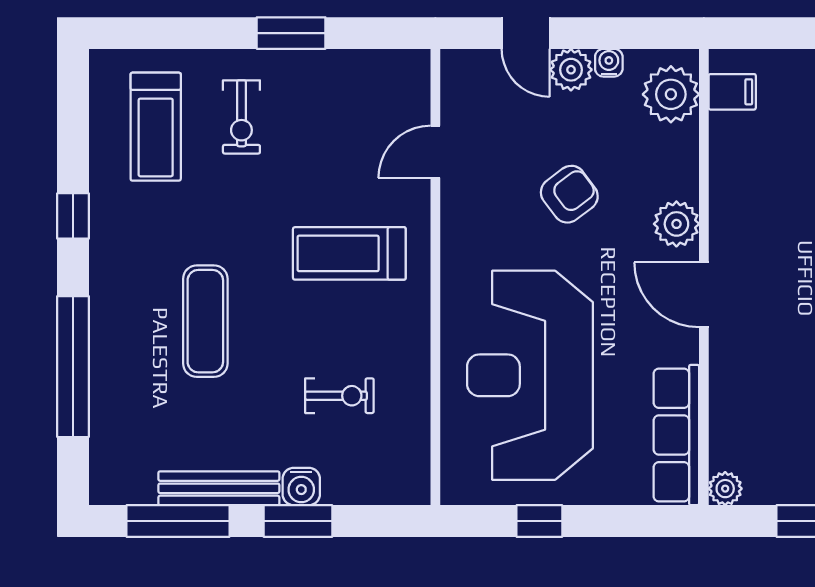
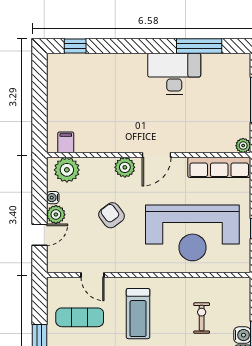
exercise mat: (341, 123) -> (80, 317), added

